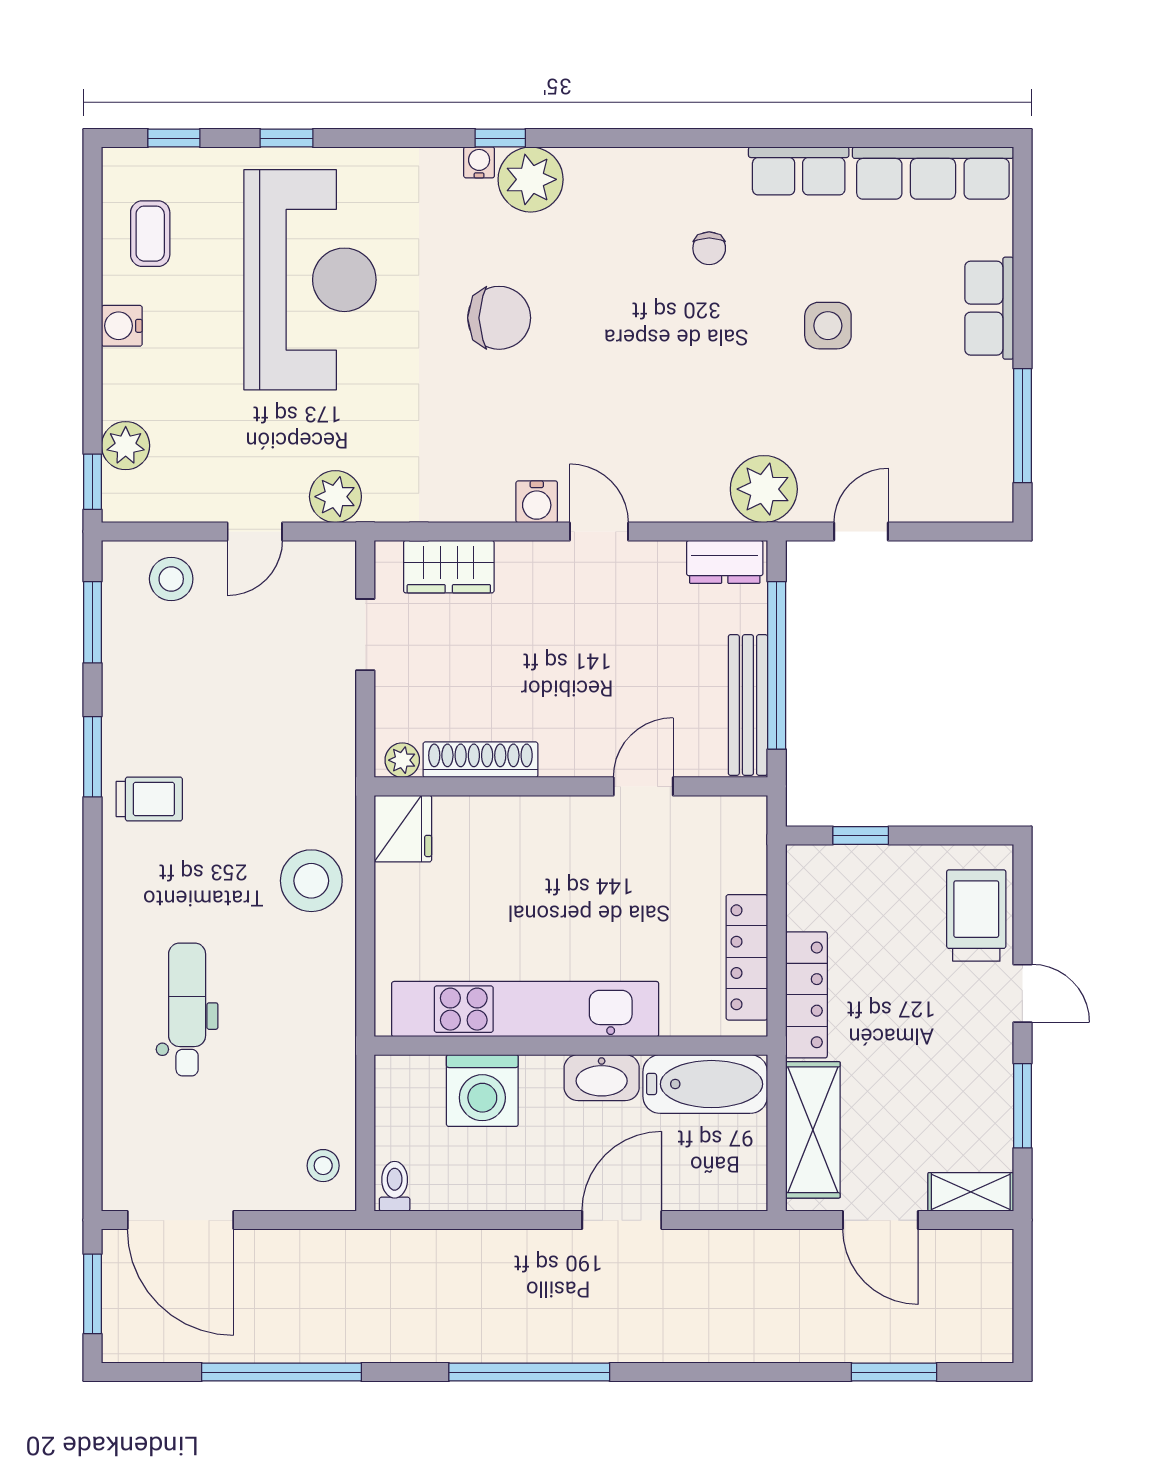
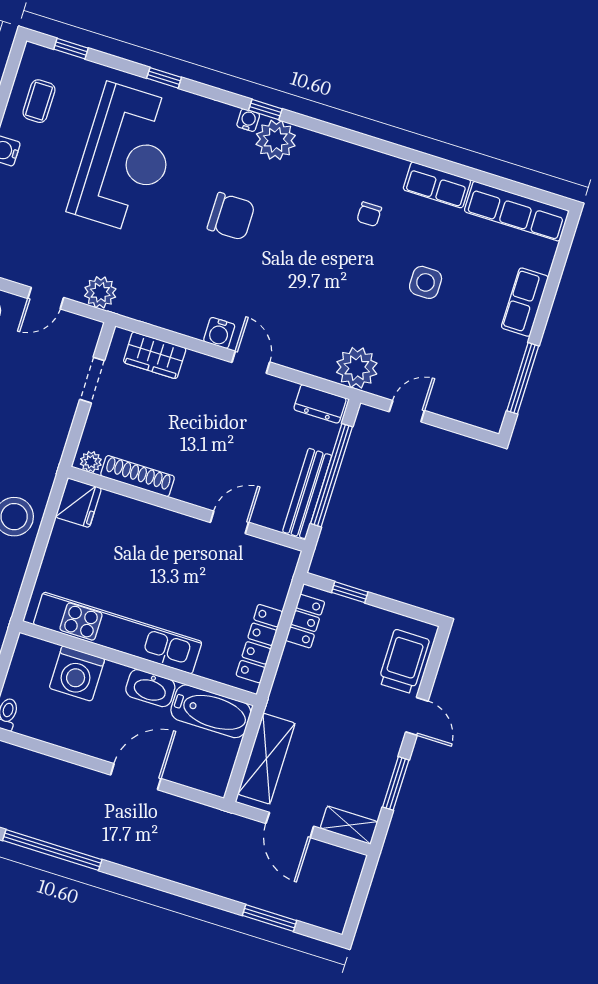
window: (287, 138) -> (164, 78), moved
locker: (806, 995) -> (305, 621), moved, width x0.66

